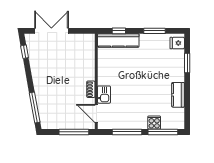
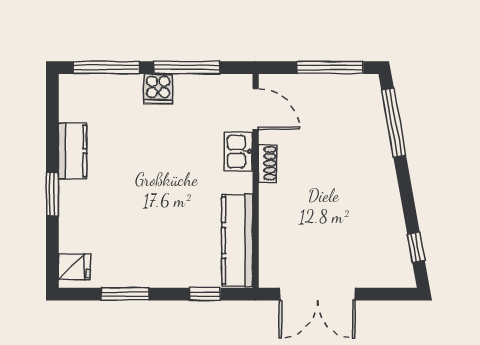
double door: (51, 31) -> (317, 294), moved
kitchen counter: (118, 41) -> (237, 241), moved, turned -90
window: (187, 63) -> (52, 194), moved
cooker: (154, 123) -> (158, 89), moved
window: (74, 132) -> (330, 68), moved

